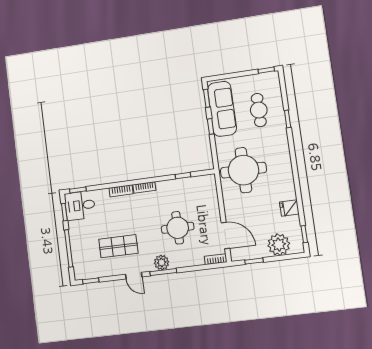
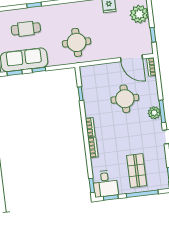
round table: (243, 170) -> (77, 42), width x0.73, depth x0.73
door: (225, 235) -> (131, 58), swing flipped
shop shelf: (118, 246) -> (137, 171), moved

